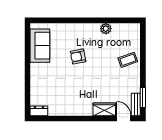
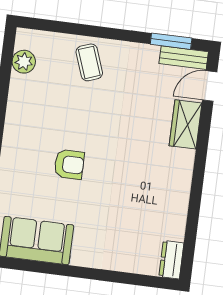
plant: (106, 29) -> (24, 62), moved
armchair: (78, 56) -> (69, 164), turned -79

